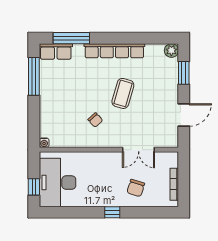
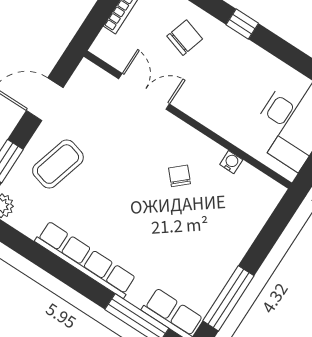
coffee table: (123, 93) -> (58, 164), moved
water cooler: (44, 143) -> (231, 162), moved

